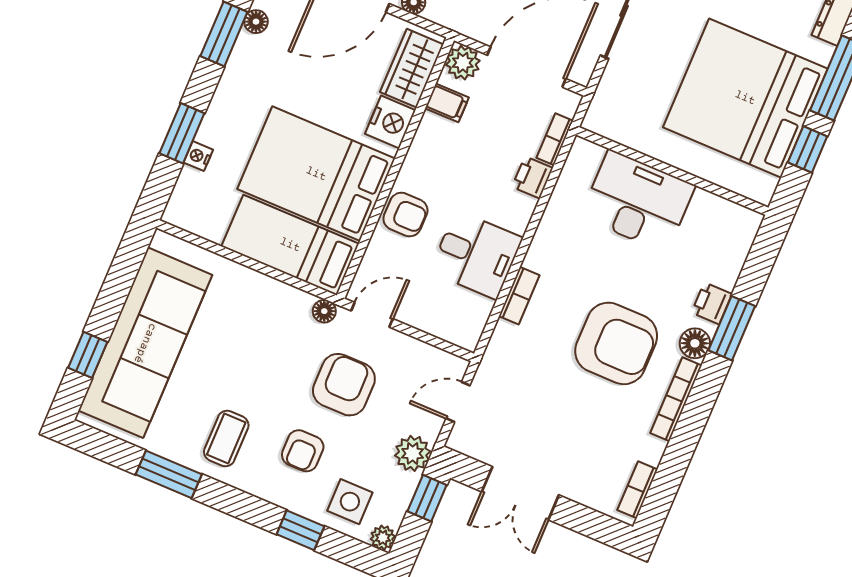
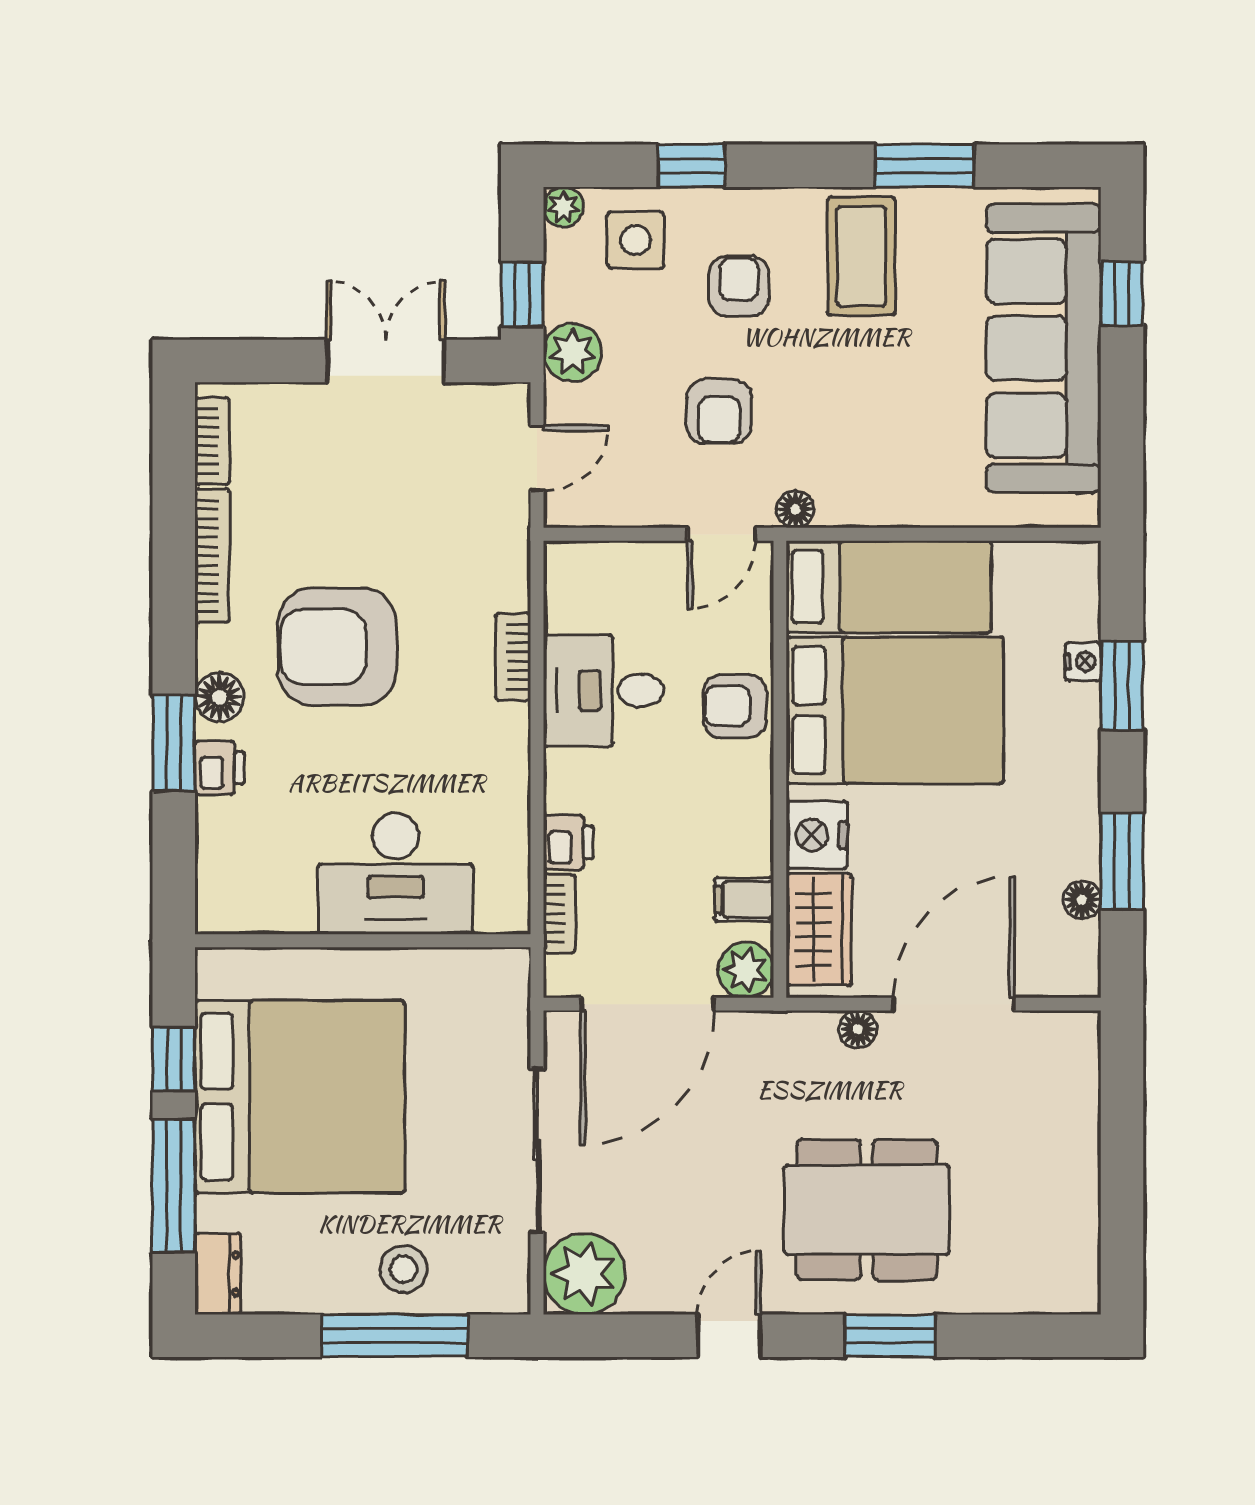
armchair: (344, 385) -> (719, 412), width x0.72, depth x0.72
bookcase: (676, 399) -> (212, 556), moved
coffee table: (226, 438) -> (861, 256), width x1.36, depth x1.30

